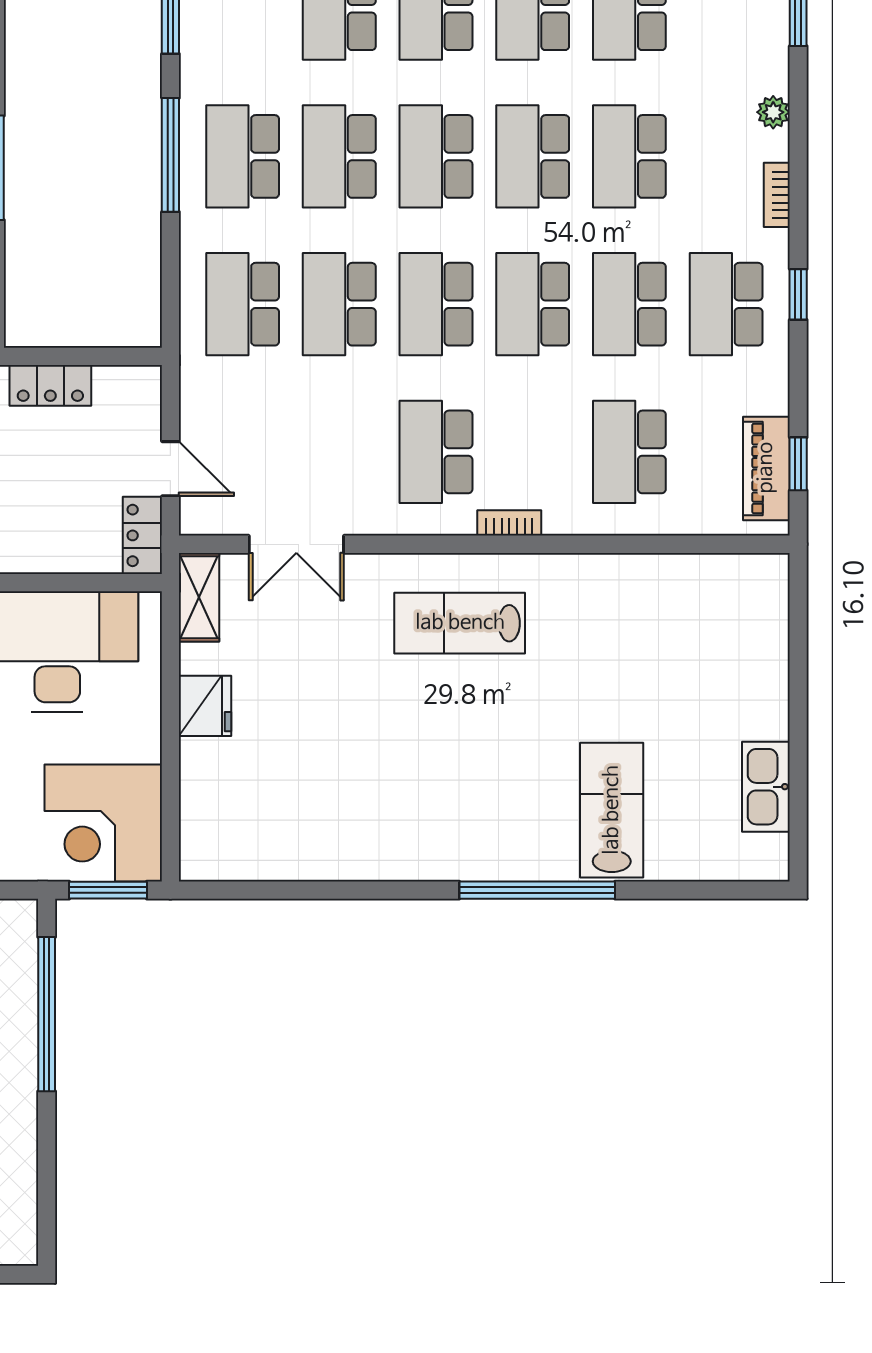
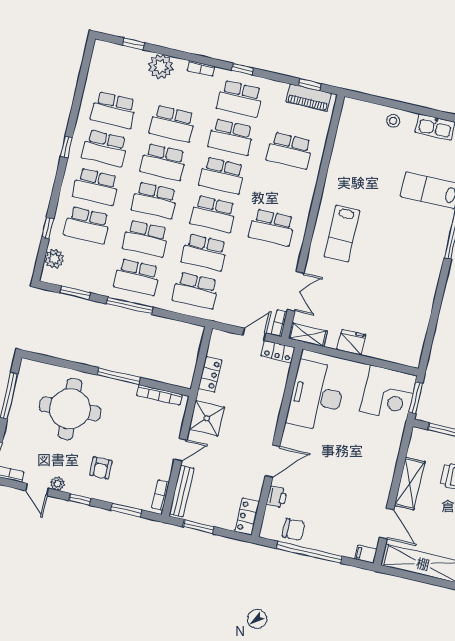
plant: (773, 112) -> (161, 67), width x1.87, depth x1.87
bookcase: (509, 523) -> (279, 323), moved
stool: (758, 683) -> (393, 121), added

